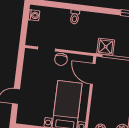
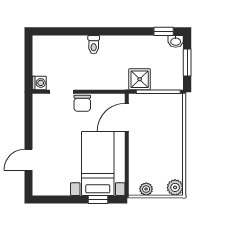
washing machine: (34, 15) -> (39, 83), moved
door: (93, 74) -> (127, 117), hinge flipped

